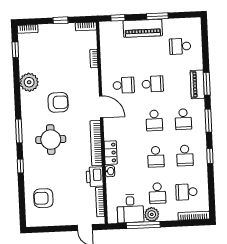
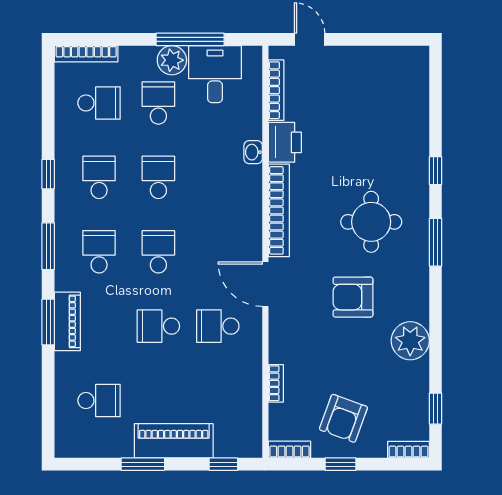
locker: (111, 153) -> (250, 190), removed
armchair: (43, 198) -> (343, 418), moved, turned 110

